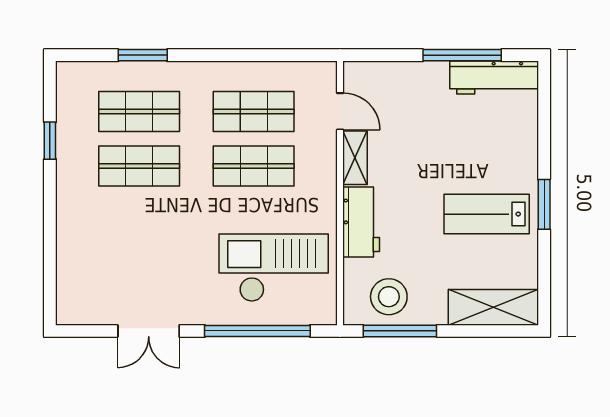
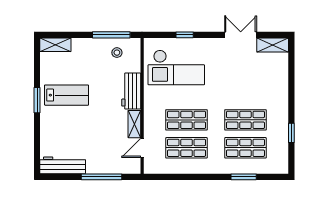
window: (462, 55) -> (102, 177), moved
door: (340, 111) -> (142, 148), hinge flipped
stool: (389, 297) -> (117, 53), width x0.53, depth x0.53
shelving: (493, 307) -> (55, 45), width x0.67, depth x0.75
shelving: (86, 311) -> (273, 45), added
window: (257, 331) -> (185, 35), width x0.32

